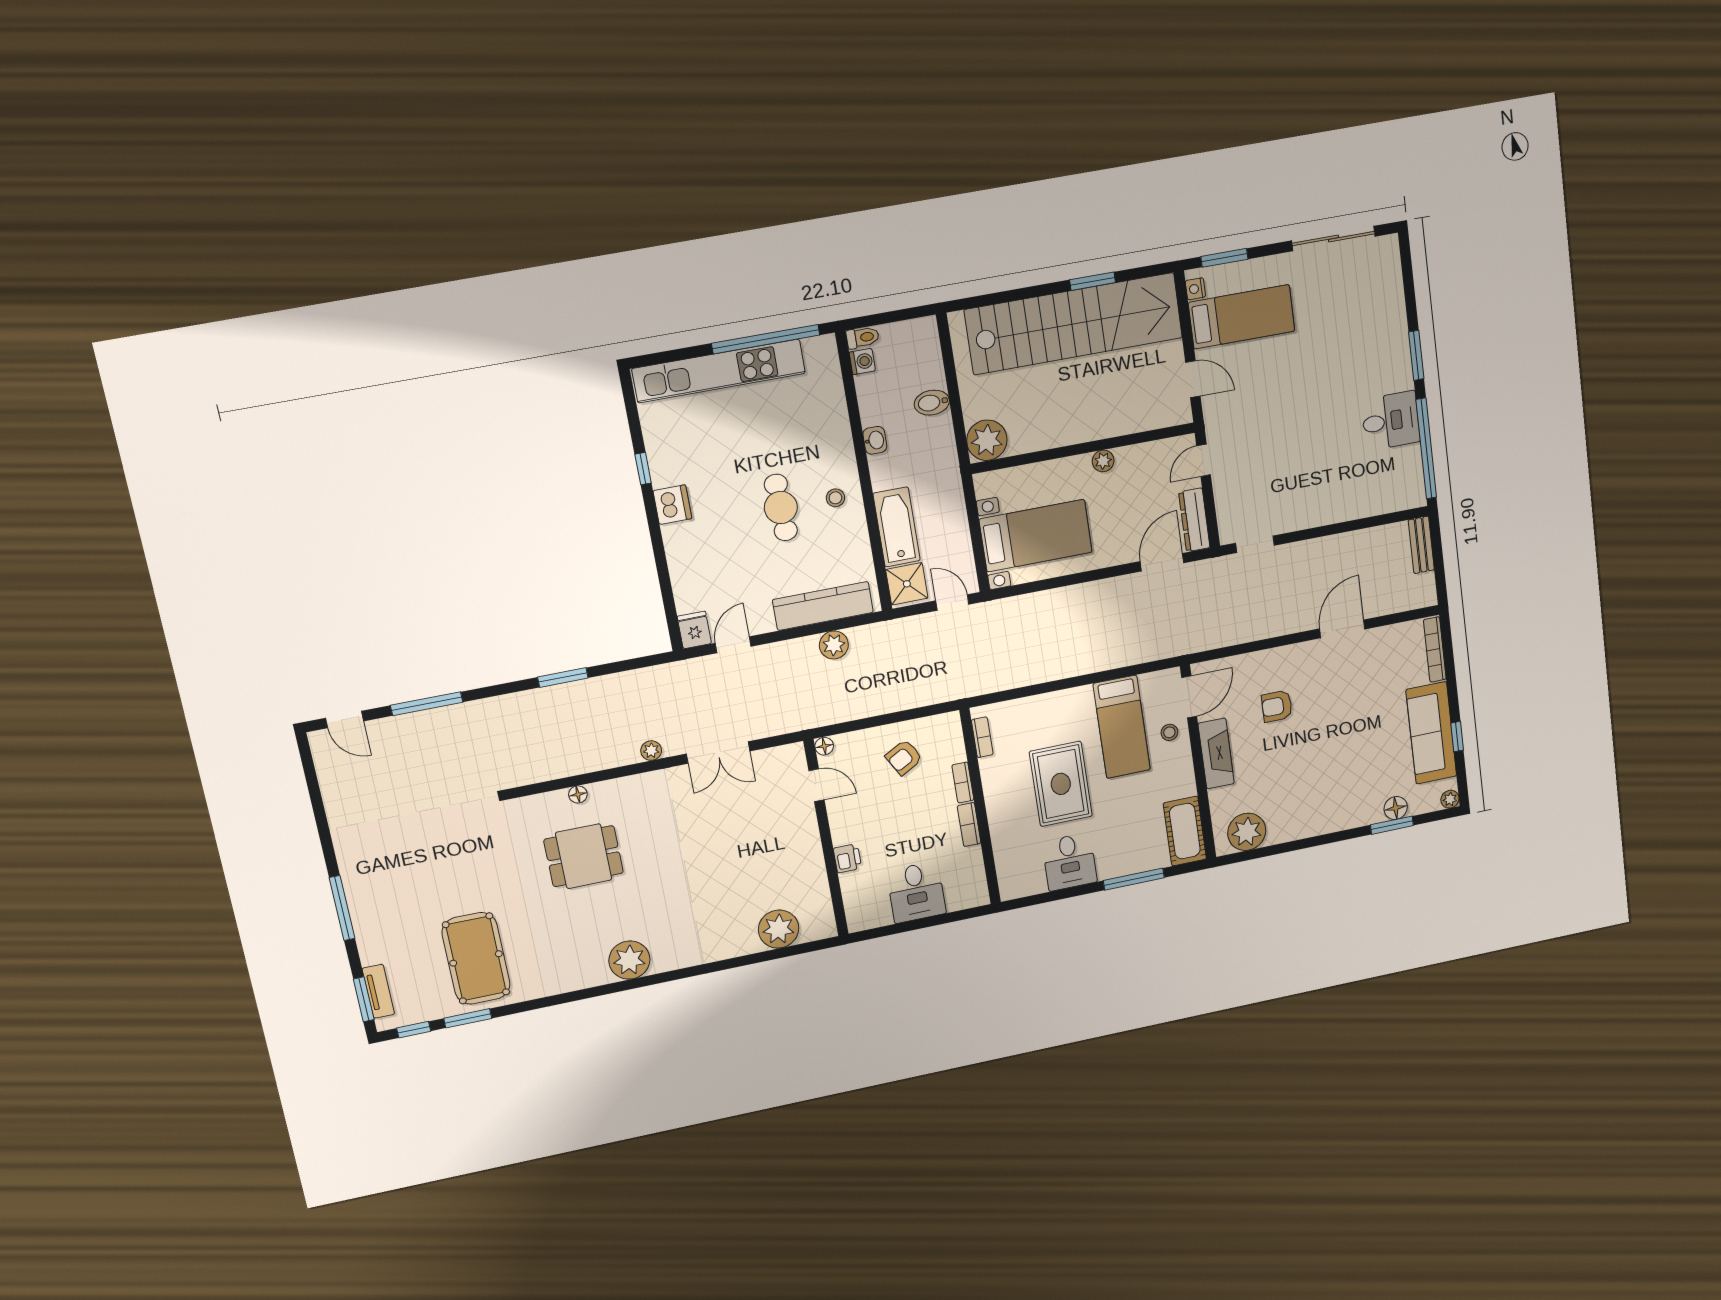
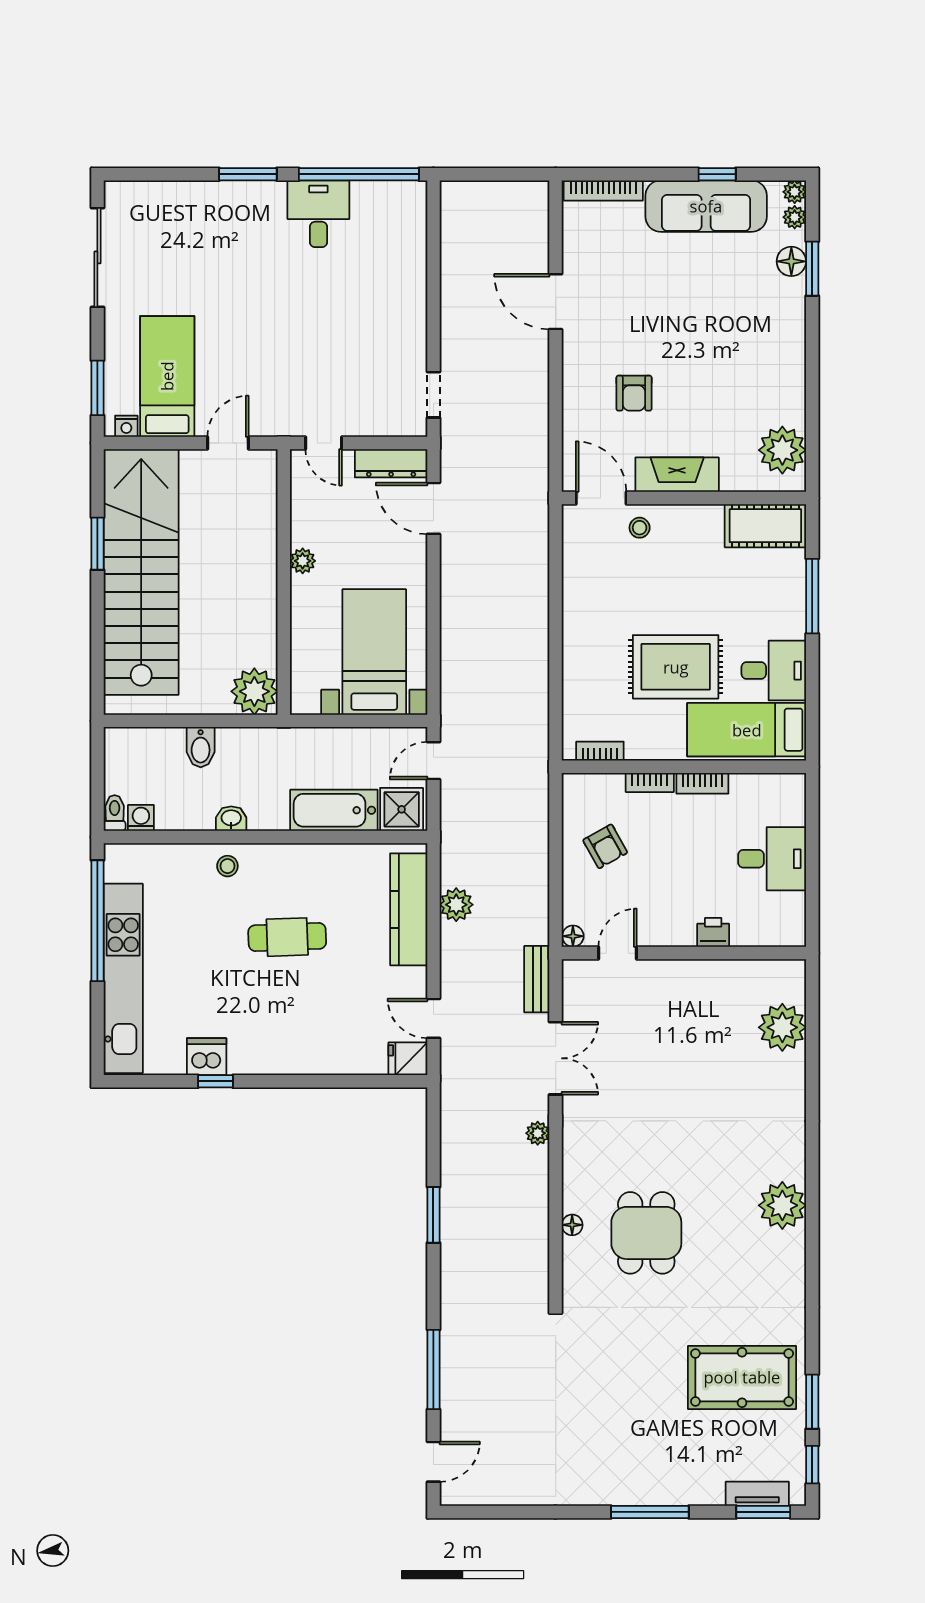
stool: (835, 498) -> (227, 866), moved
dishwasher: (672, 505) -> (207, 1057), moved
bench: (1421, 545) -> (537, 979), moved, turned 90
bed: (1122, 727) -> (747, 730), moved, turned 180
plant: (1430, 803) -> (795, 217), added

